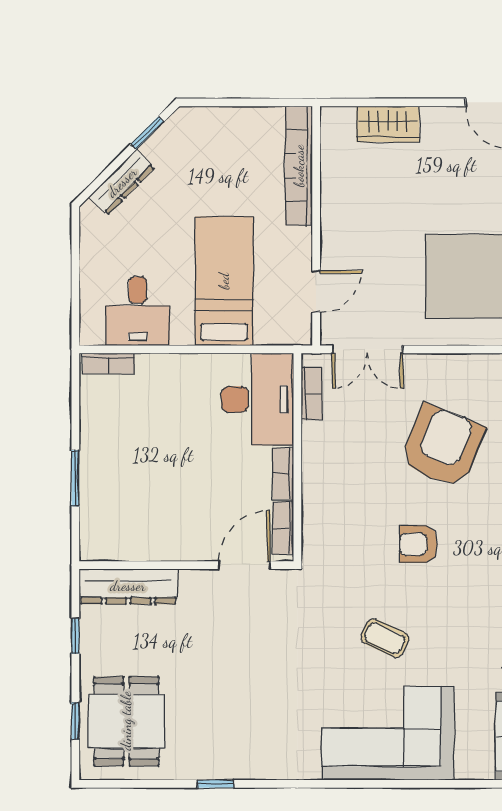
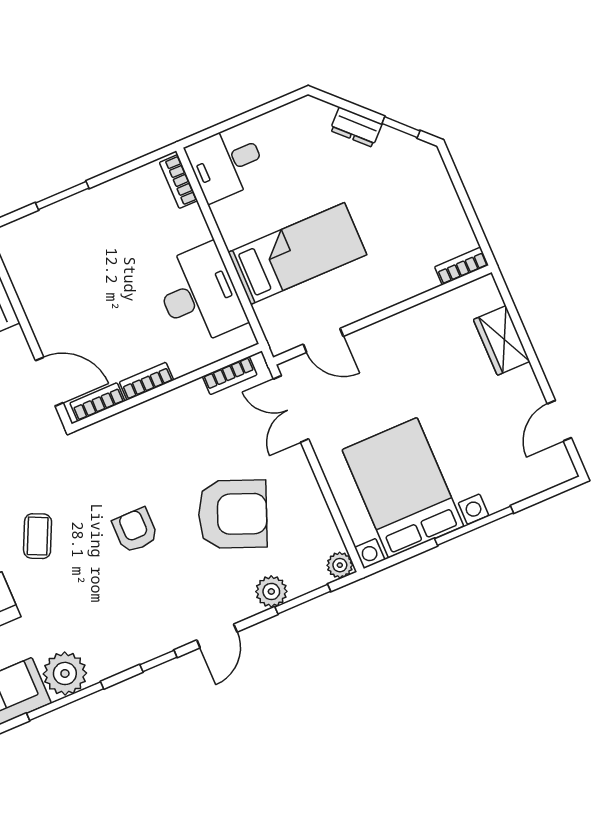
bookcase: (299, 166) -> (462, 266), width x0.43, depth x0.76
dresser: (122, 182) -> (356, 127), width x0.70
desk: (138, 311) -> (226, 163), moved
desk: (257, 399) -> (200, 295), moved, turned -90

